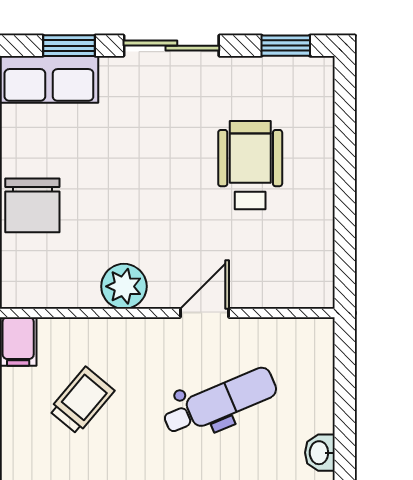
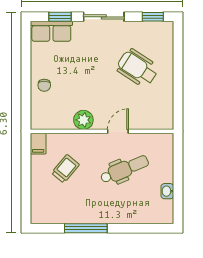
wheelchair: (250, 165) -> (137, 68), turned -57
chair: (32, 205) -> (44, 85), width x0.54, depth x0.54

